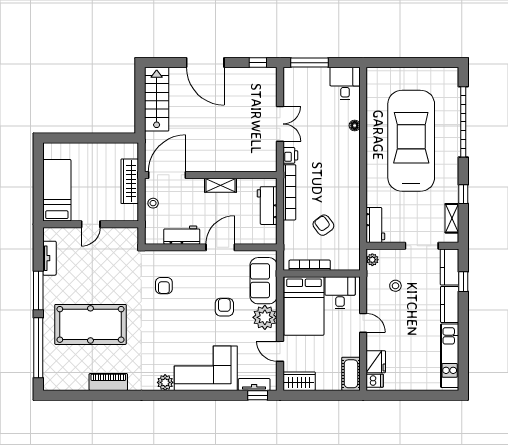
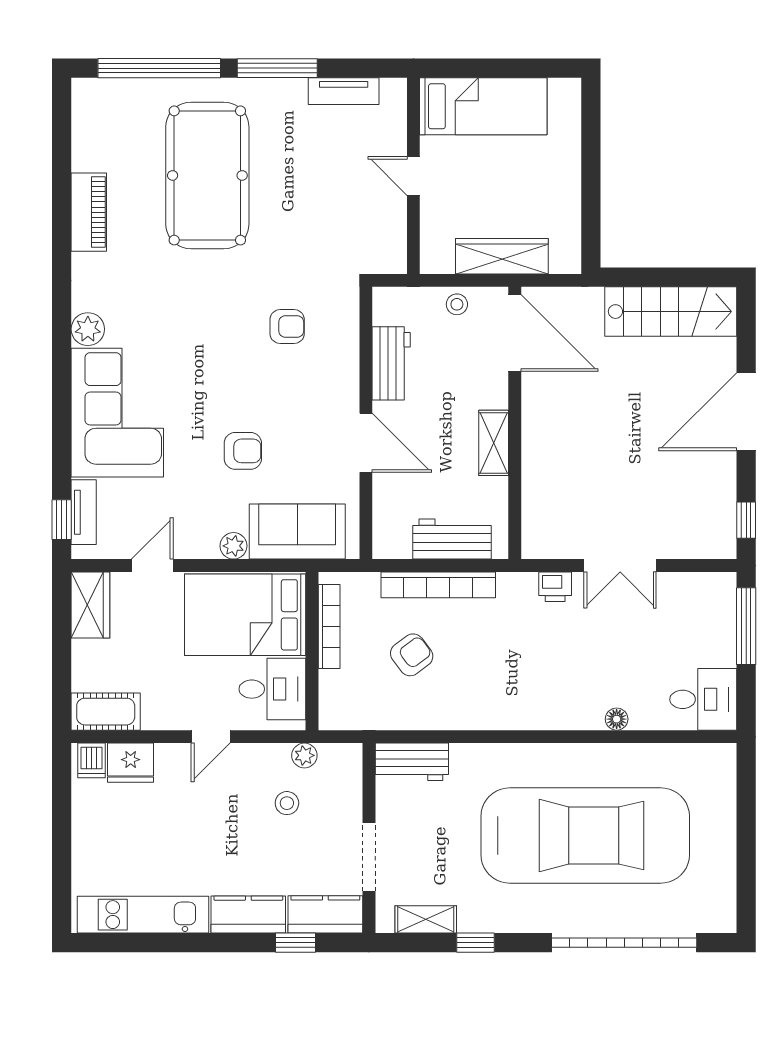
bookcase: (289, 192) -> (438, 585), moved
plant: (372, 260) -> (304, 755), moved
armchair: (164, 286) -> (287, 327), turned 180
plant: (265, 317) -> (233, 546), width x0.53, depth x0.53

